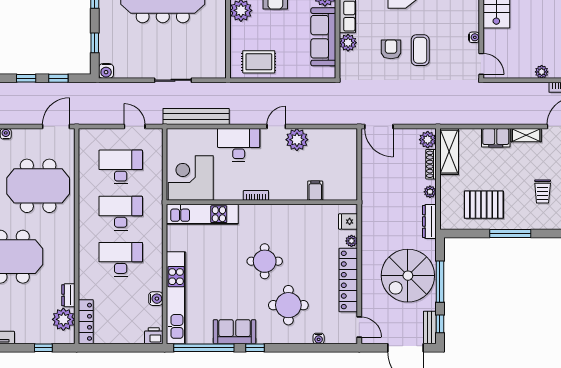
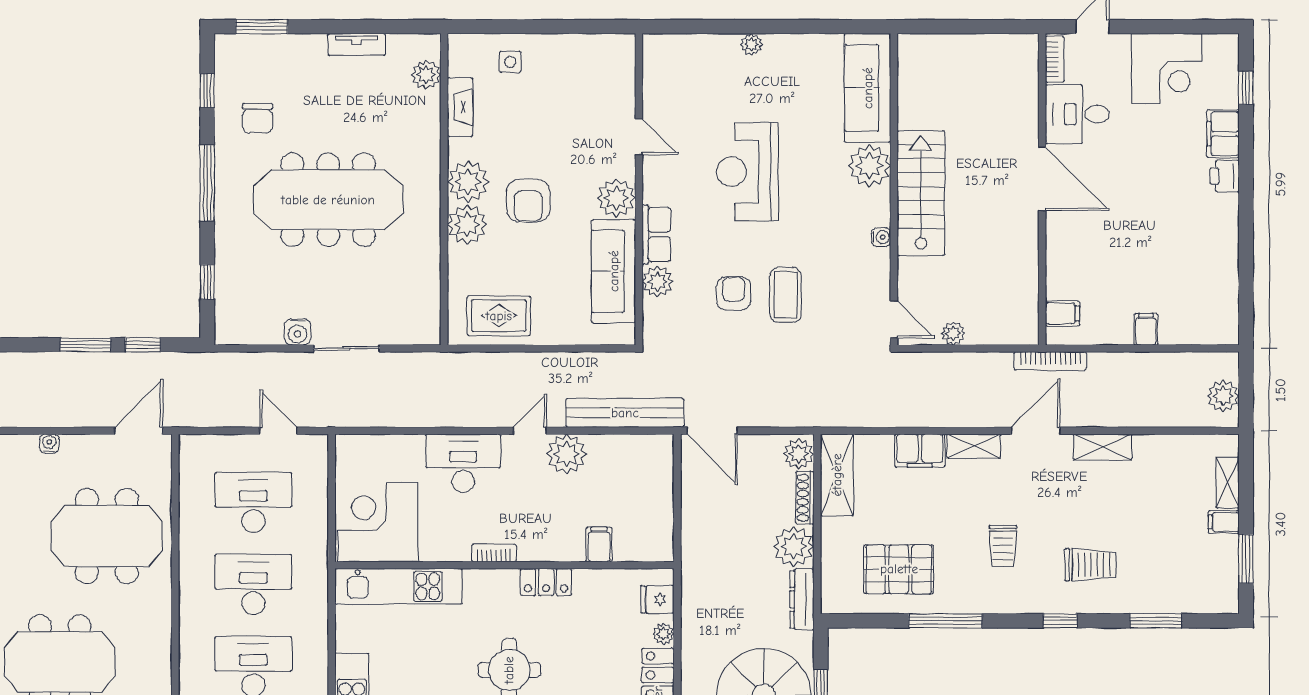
water cooler: (474, 37) -> (881, 237), moved
water cooler: (106, 71) -> (297, 332), moved
plant: (542, 72) -> (953, 333), moved
window: (26, 78) -> (85, 345), width x1.50
bench: (196, 116) -> (625, 413), moved
plant: (430, 192) -> (794, 547), width x1.88, depth x1.88
locker: (285, 212) -> (546, 582), added

